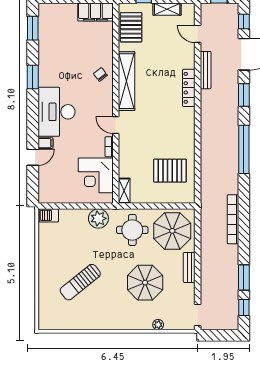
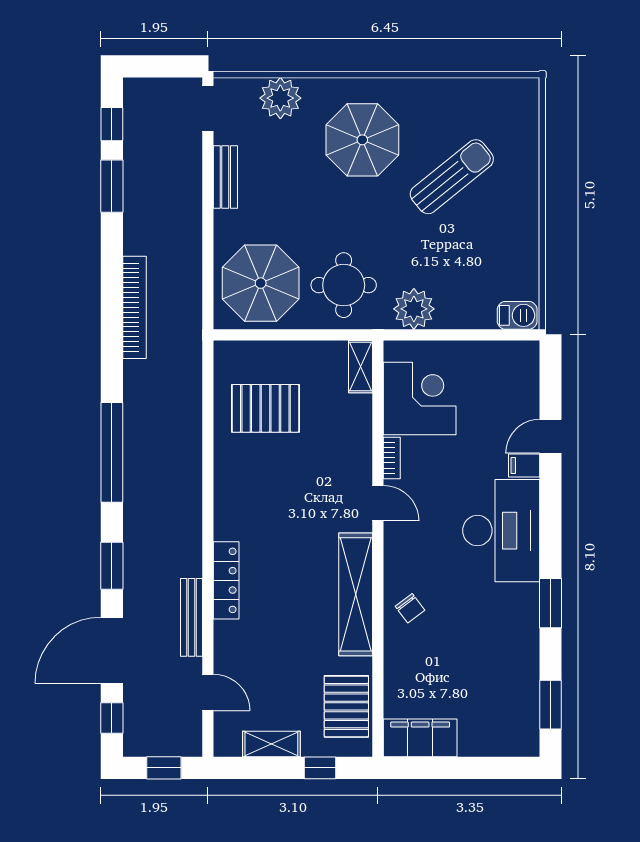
bench: (189, 267) -> (225, 177), moved
parasol: (145, 283) -> (362, 140), moved
plant: (158, 325) -> (280, 98), width x1.87, depth x1.87

